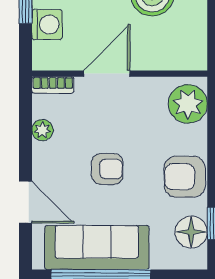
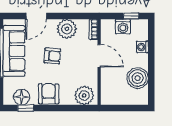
plant: (42, 130) -> (67, 29), width x1.87, depth x1.87
armchair: (107, 169) -> (52, 56), turned -85

